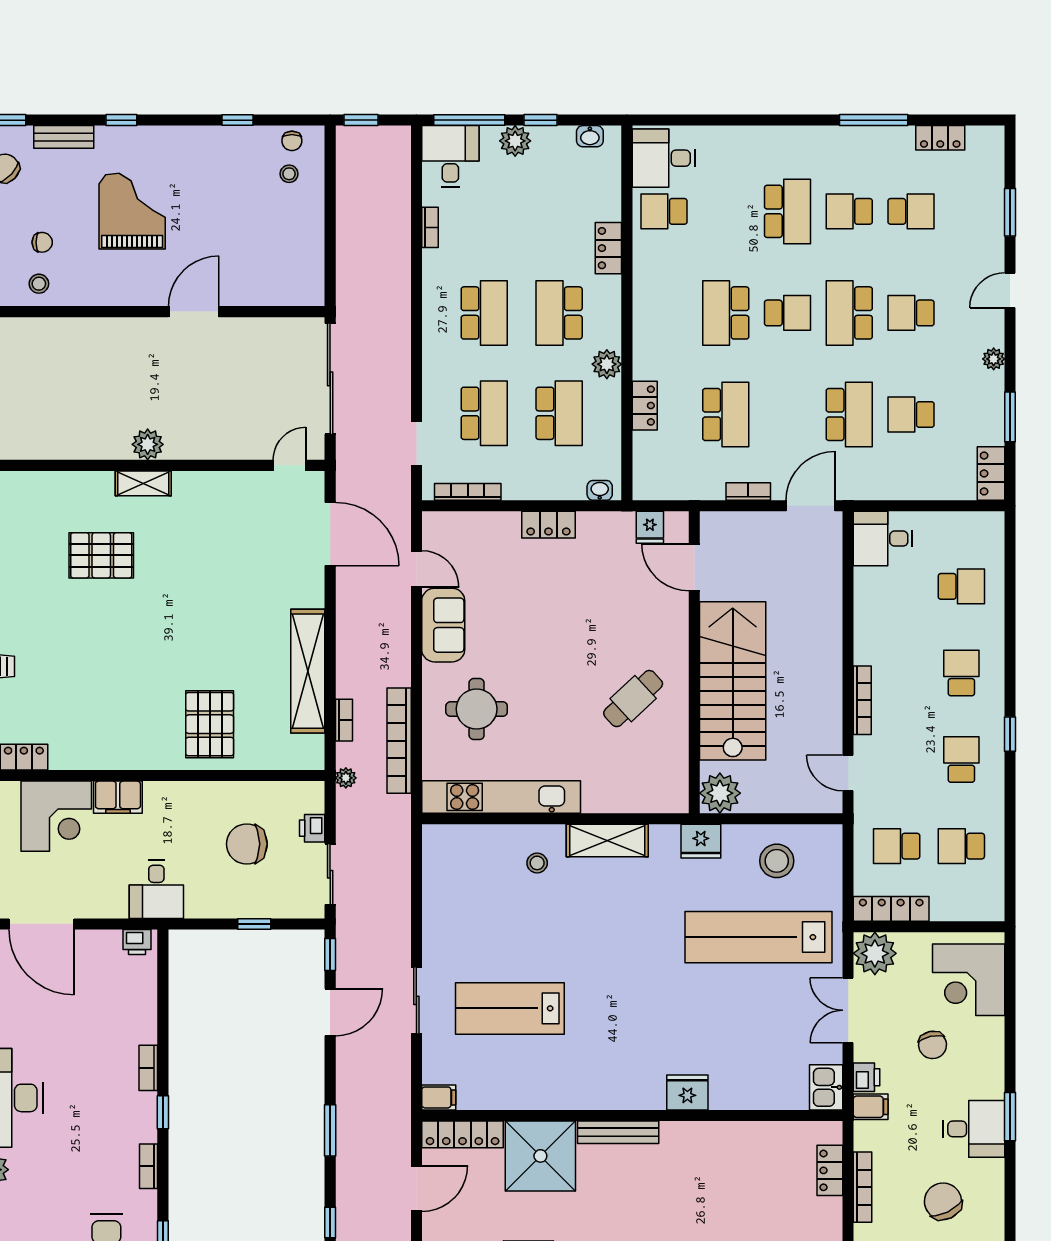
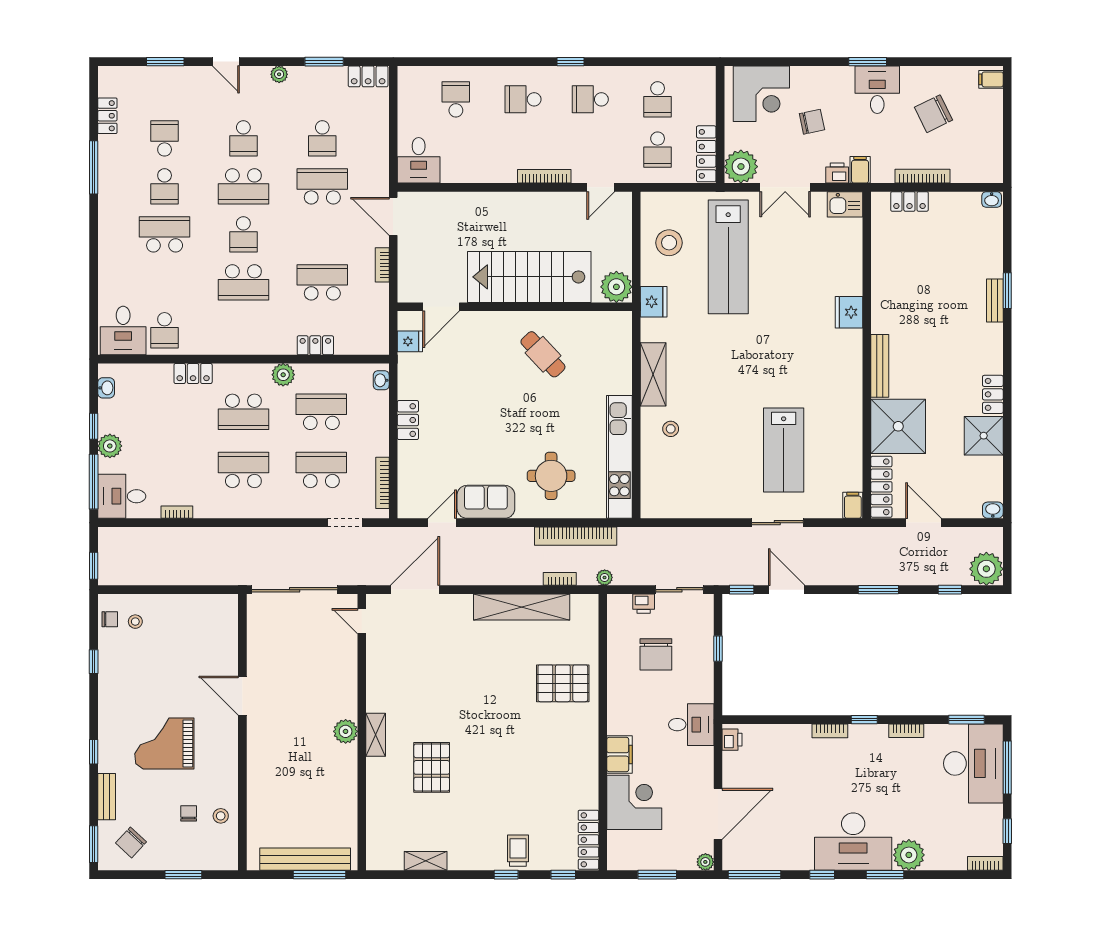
school desk: (788, 313) -> (243, 234), turned 180

